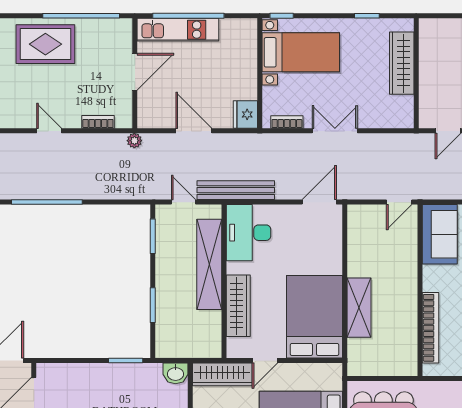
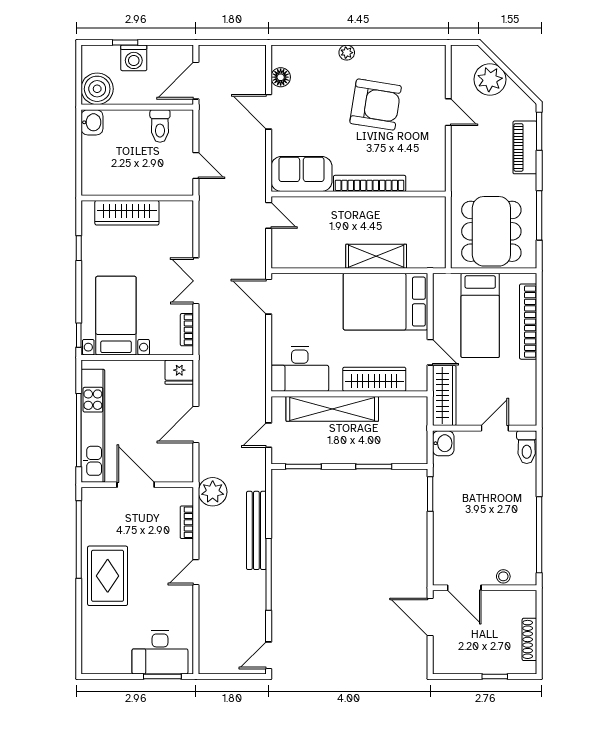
kitchen unit: (178, 30) -> (93, 426), width x1.36
plant: (134, 141) -> (213, 492), width x1.88, depth x1.88
bench: (236, 190) -> (256, 530), moved
bookcase: (430, 328) -> (370, 183), moved

